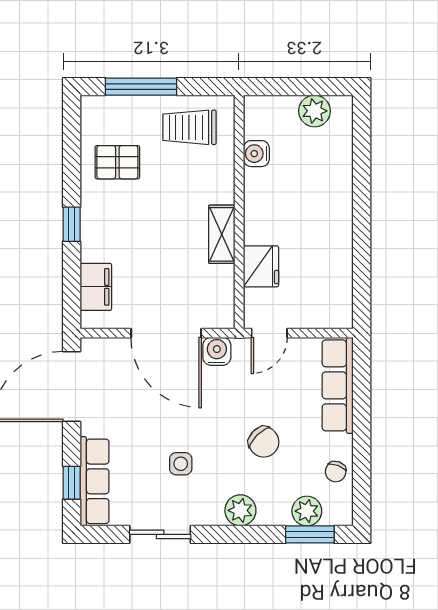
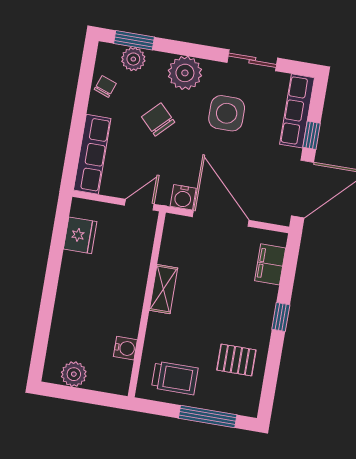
fridge: (261, 266) -> (80, 235), moved, turned 180
side table: (181, 464) -> (227, 113), width x1.87, depth x1.87
window: (72, 483) -> (312, 135), moved
plant: (240, 510) -> (185, 73), width x1.36, depth x1.36

